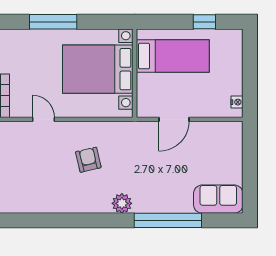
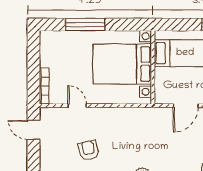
armchair: (88, 160) -> (89, 150), moved

